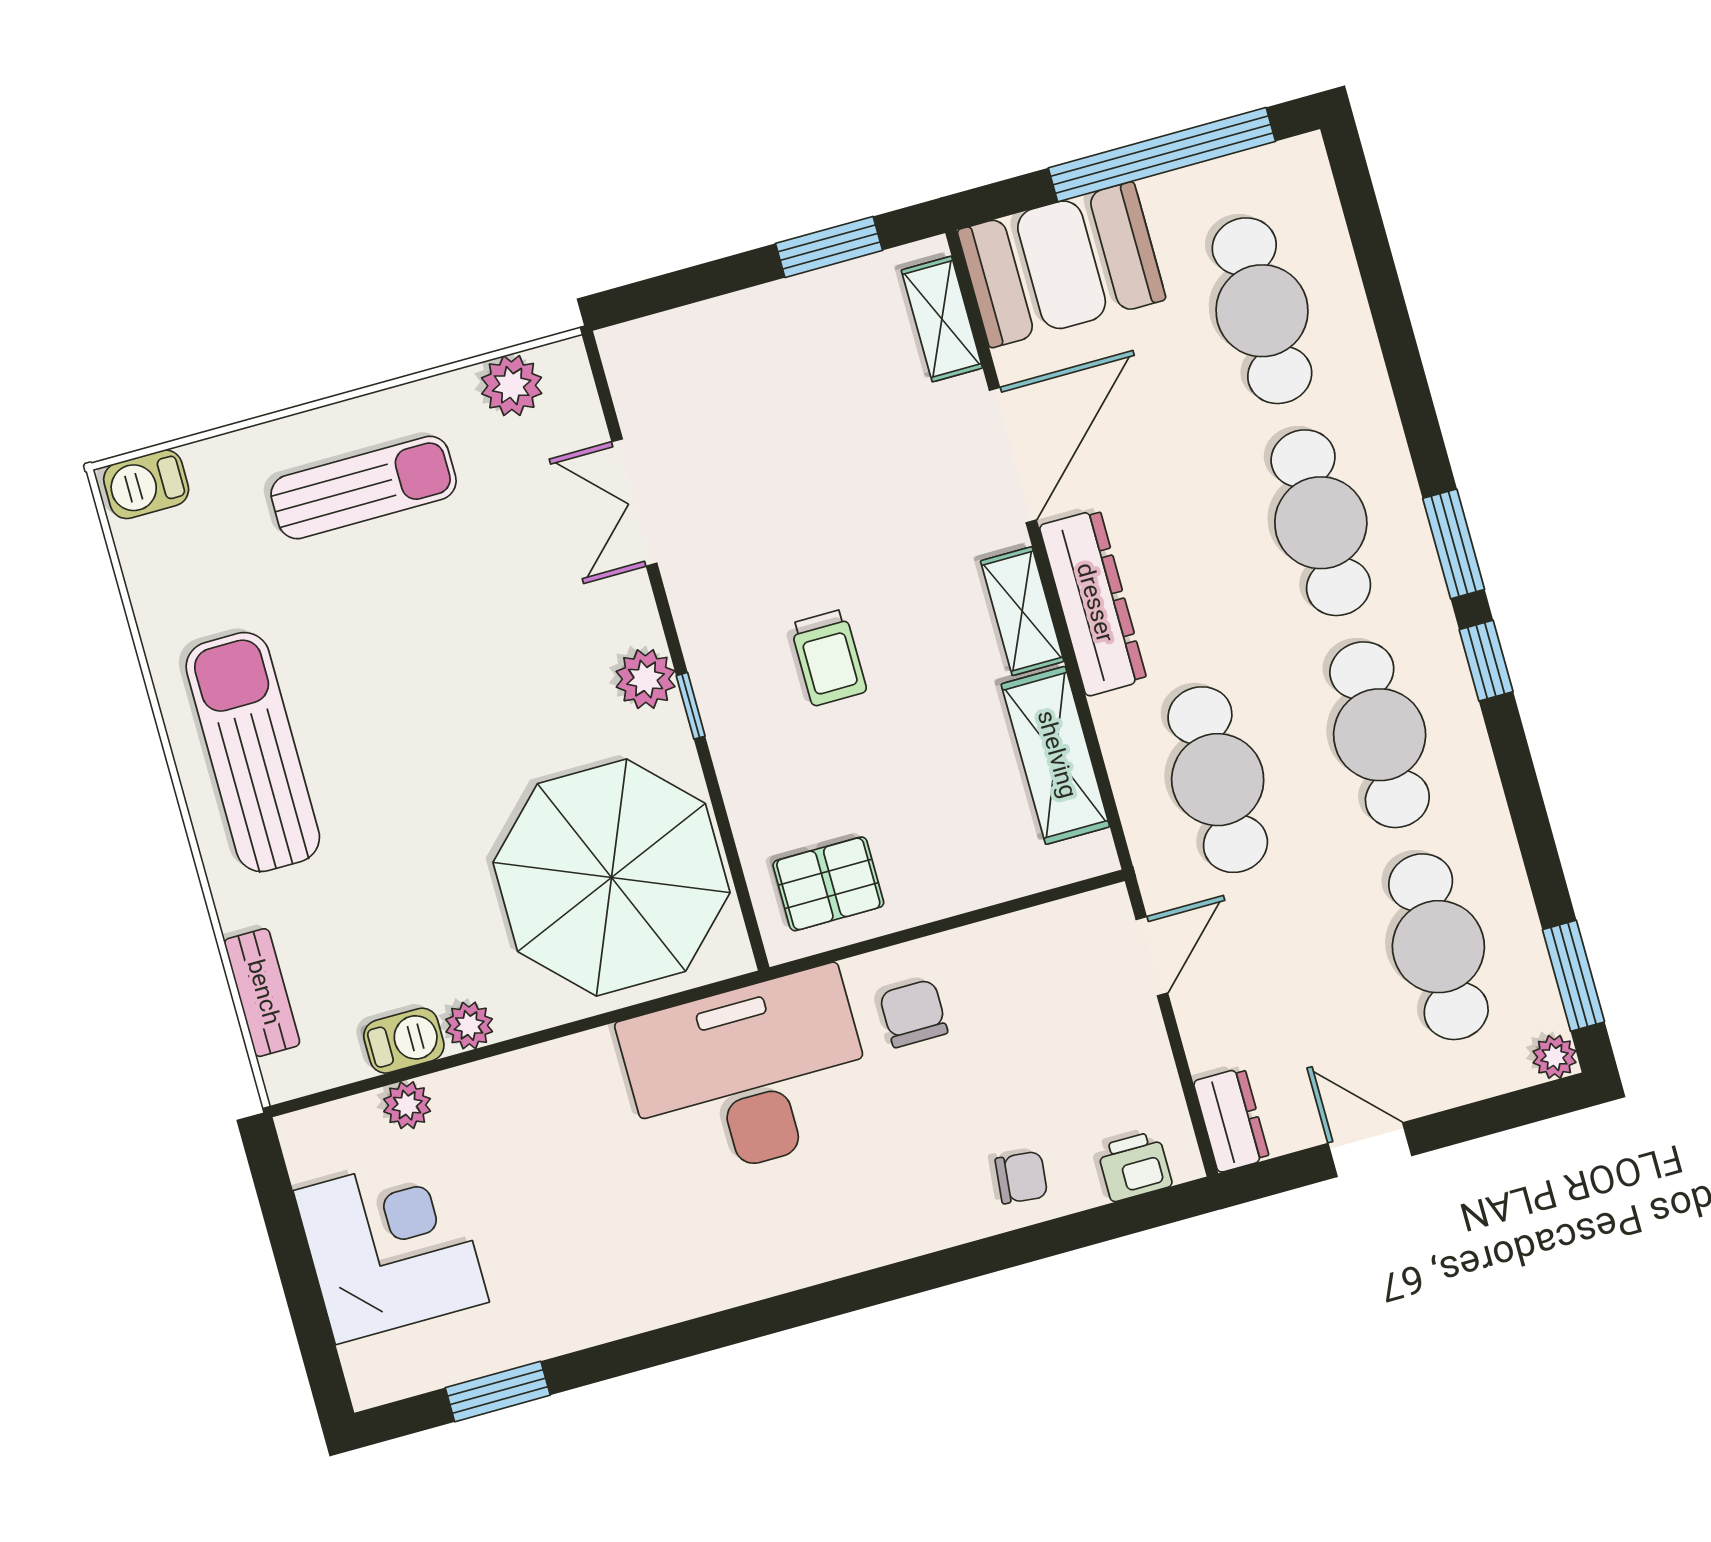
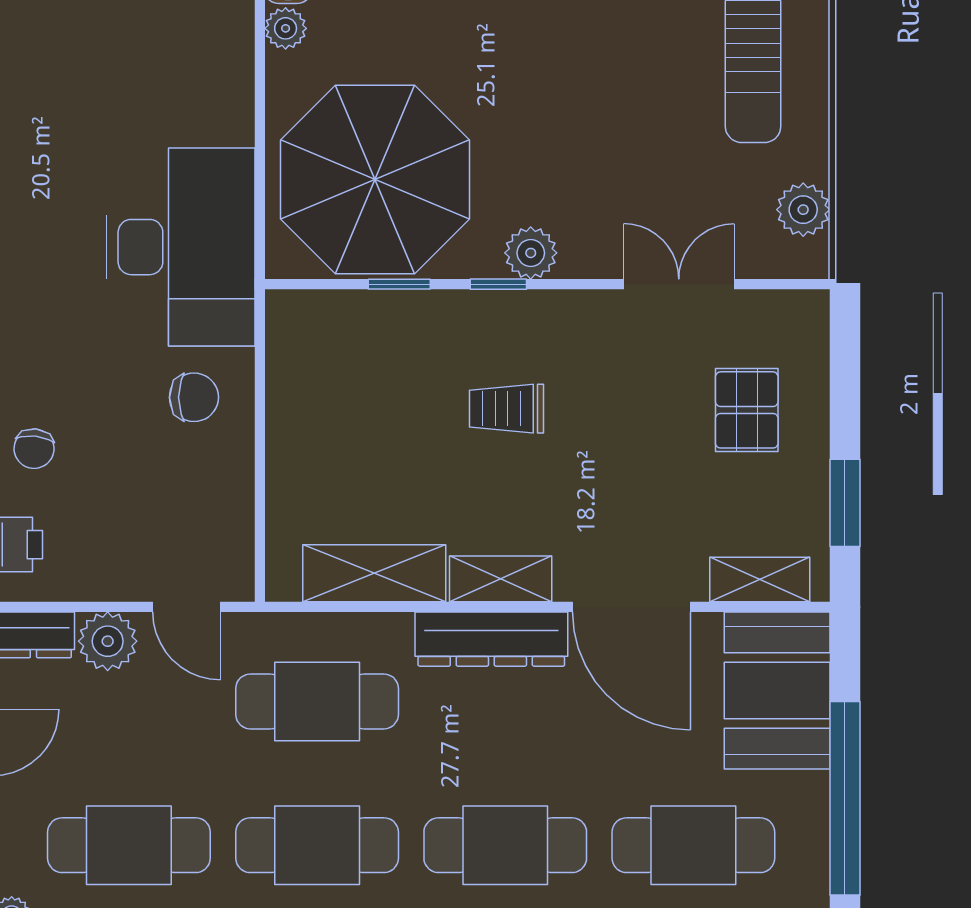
window: (722, 817) -> (399, 284), added
pallet: (828, 884) -> (747, 410), moved
plant: (1215, 1034) -> (108, 641), added

